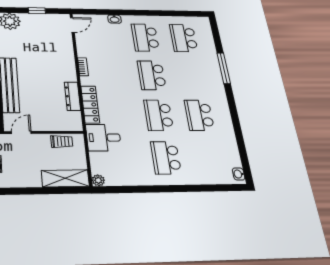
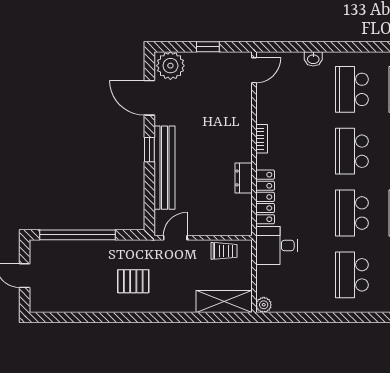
dresser: (72, 96) -> (244, 178), width x0.70

